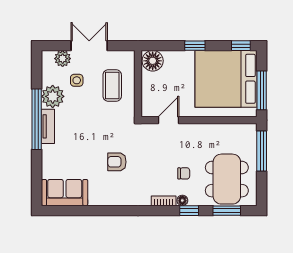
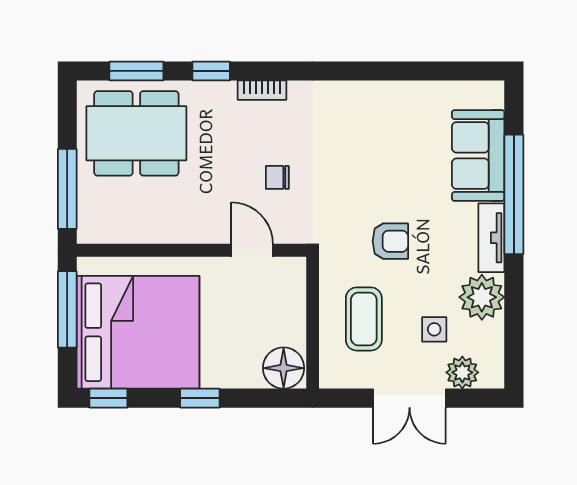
window: (37, 119) -> (514, 194), moved
door: (168, 120) -> (252, 250), swing flipped
armchair: (117, 162) -> (390, 241), moved
chair: (184, 173) -> (277, 177), moved
dining table: (227, 179) -> (136, 133), turned 90
sofa: (65, 193) -> (478, 156), moved, turned 90
floor lamp: (182, 200) -> (225, 91), removed

